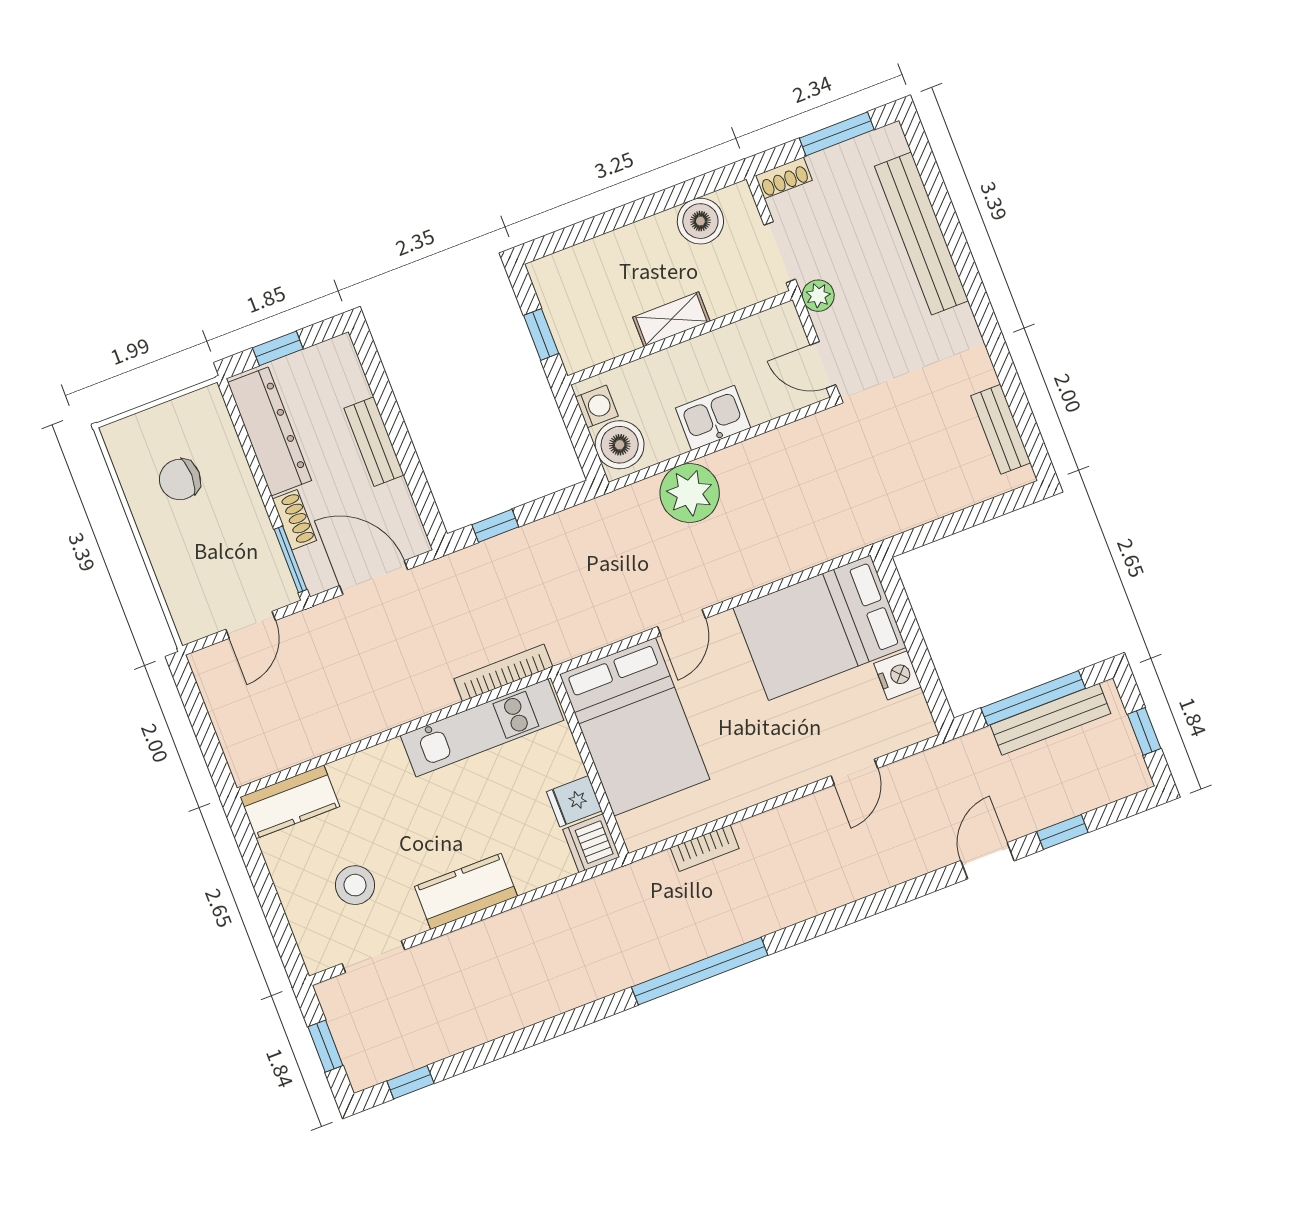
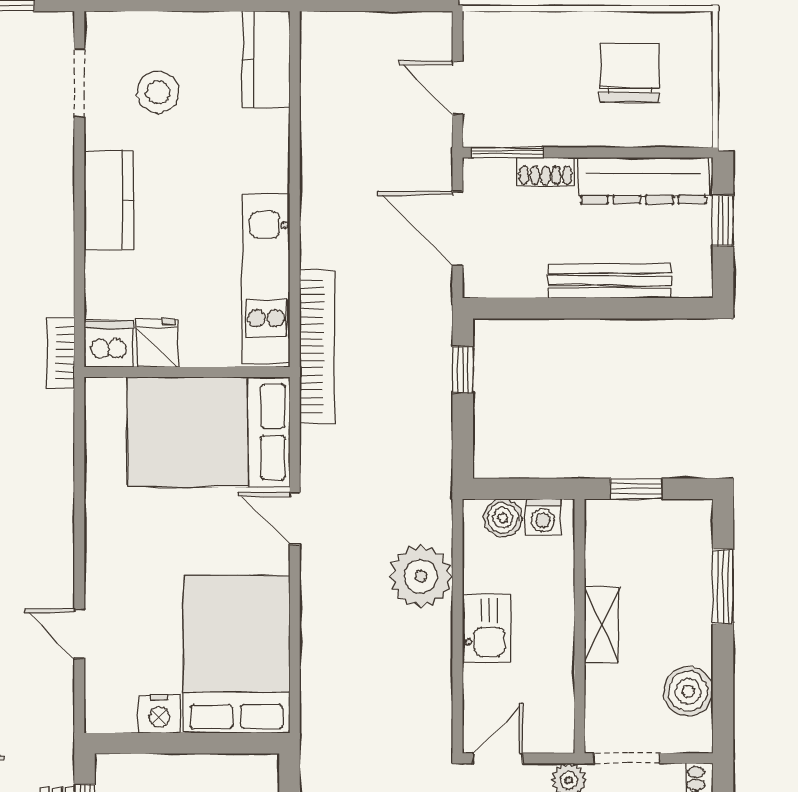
window: (597, 226) -> (723, 587), added
bench: (374, 442) -> (609, 281), width x1.36
boiler: (620, 445) -> (503, 518), width x0.73, depth x0.73
chair: (180, 479) -> (630, 73), width x1.37, depth x1.37
door: (374, 578) -> (457, 228), swing flipped
bookcase: (503, 673) -> (317, 346), width x1.48, depth x1.31
bookcase: (705, 848) -> (61, 353), moved

